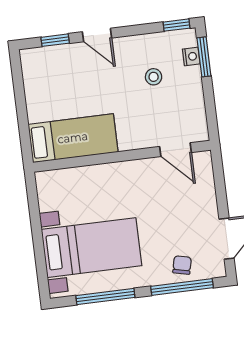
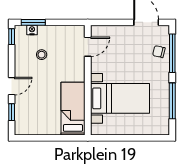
bed with nightstands: (92, 248) -> (120, 98), moved, turned 90

